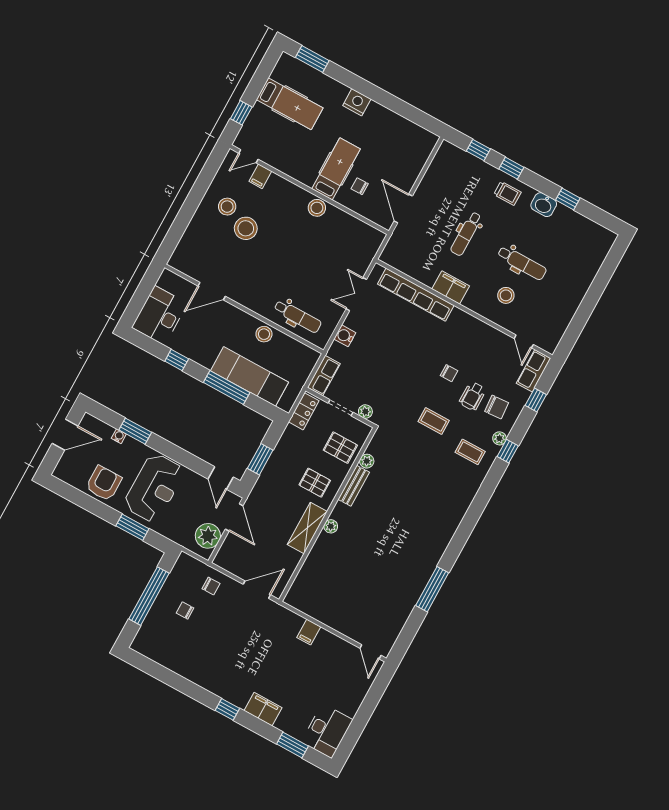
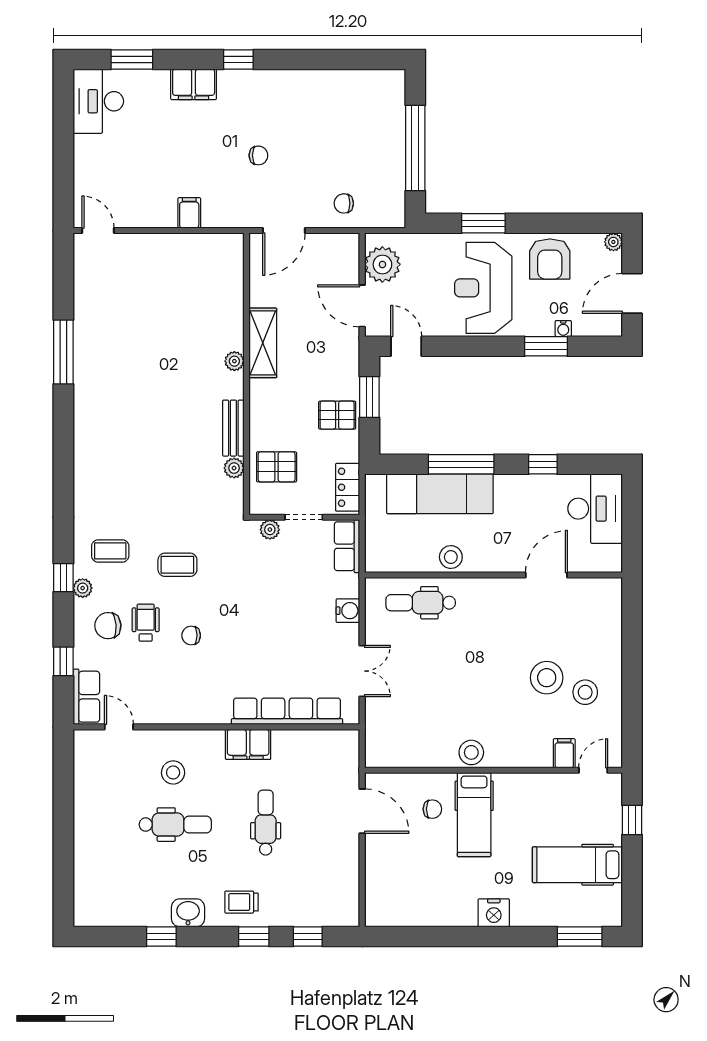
dental chair: (522, 263) -> (175, 825), turned 180
plant: (59, 472) -> (613, 242), added
pallet: (315, 483) -> (337, 415), moved
chair: (185, 610) -> (258, 155), moved

